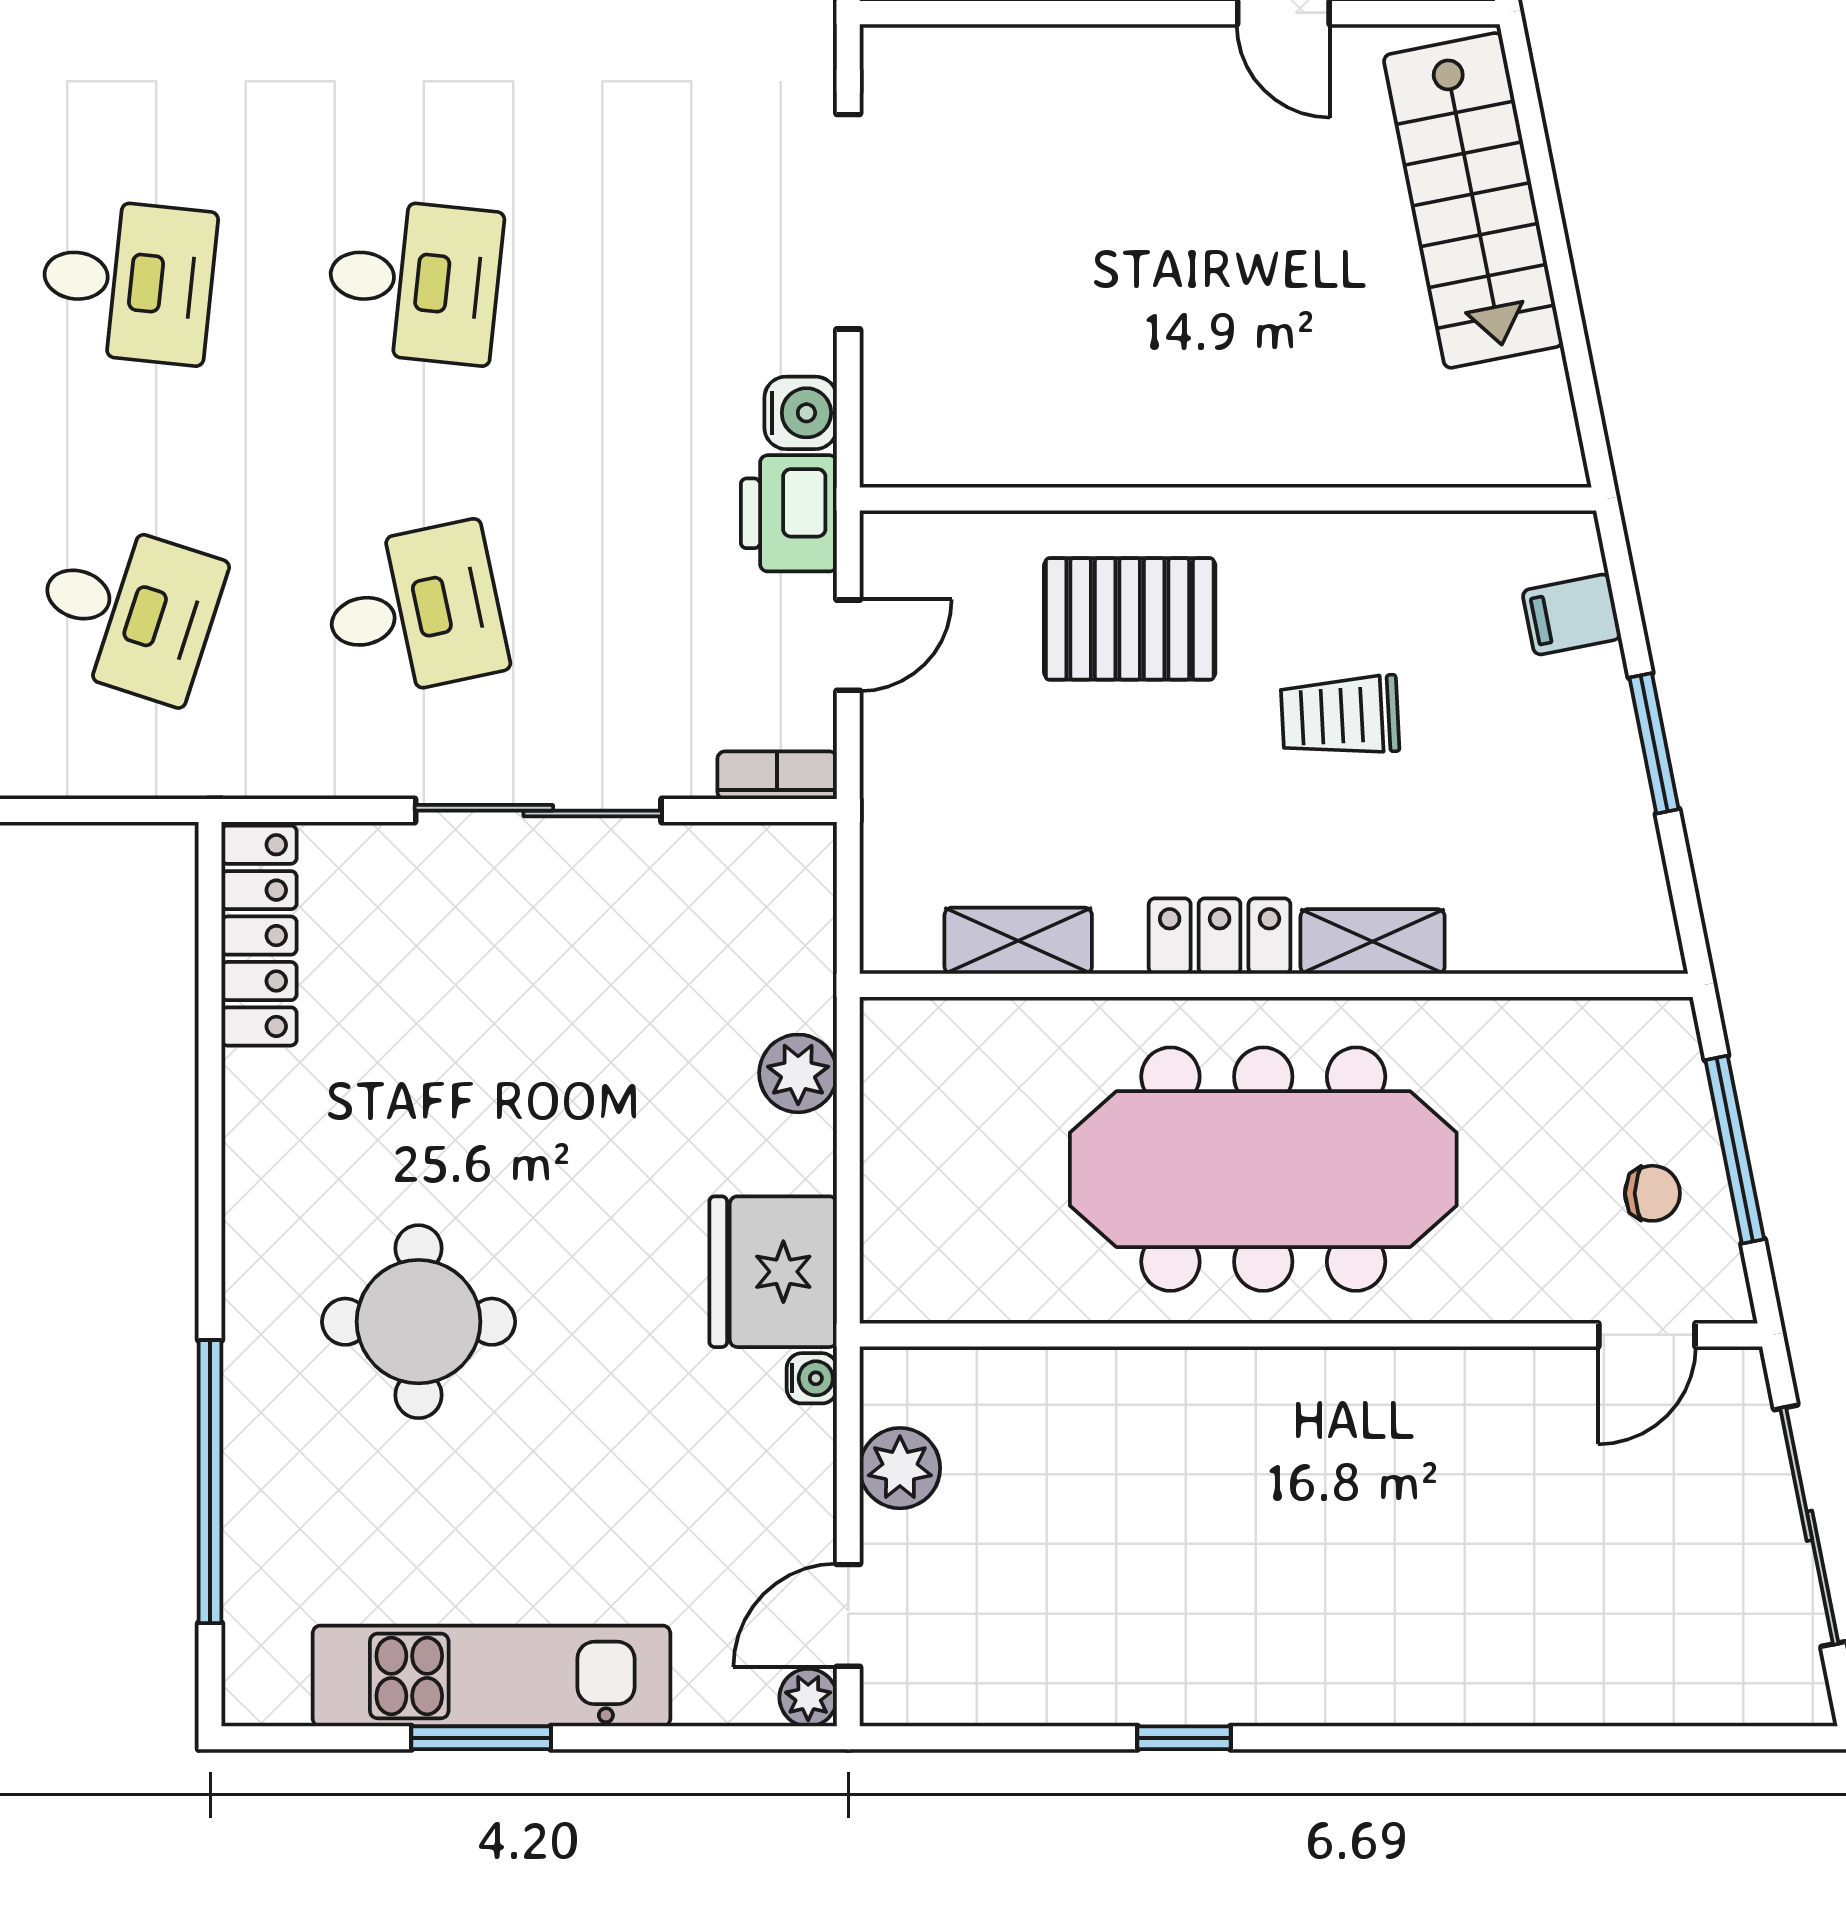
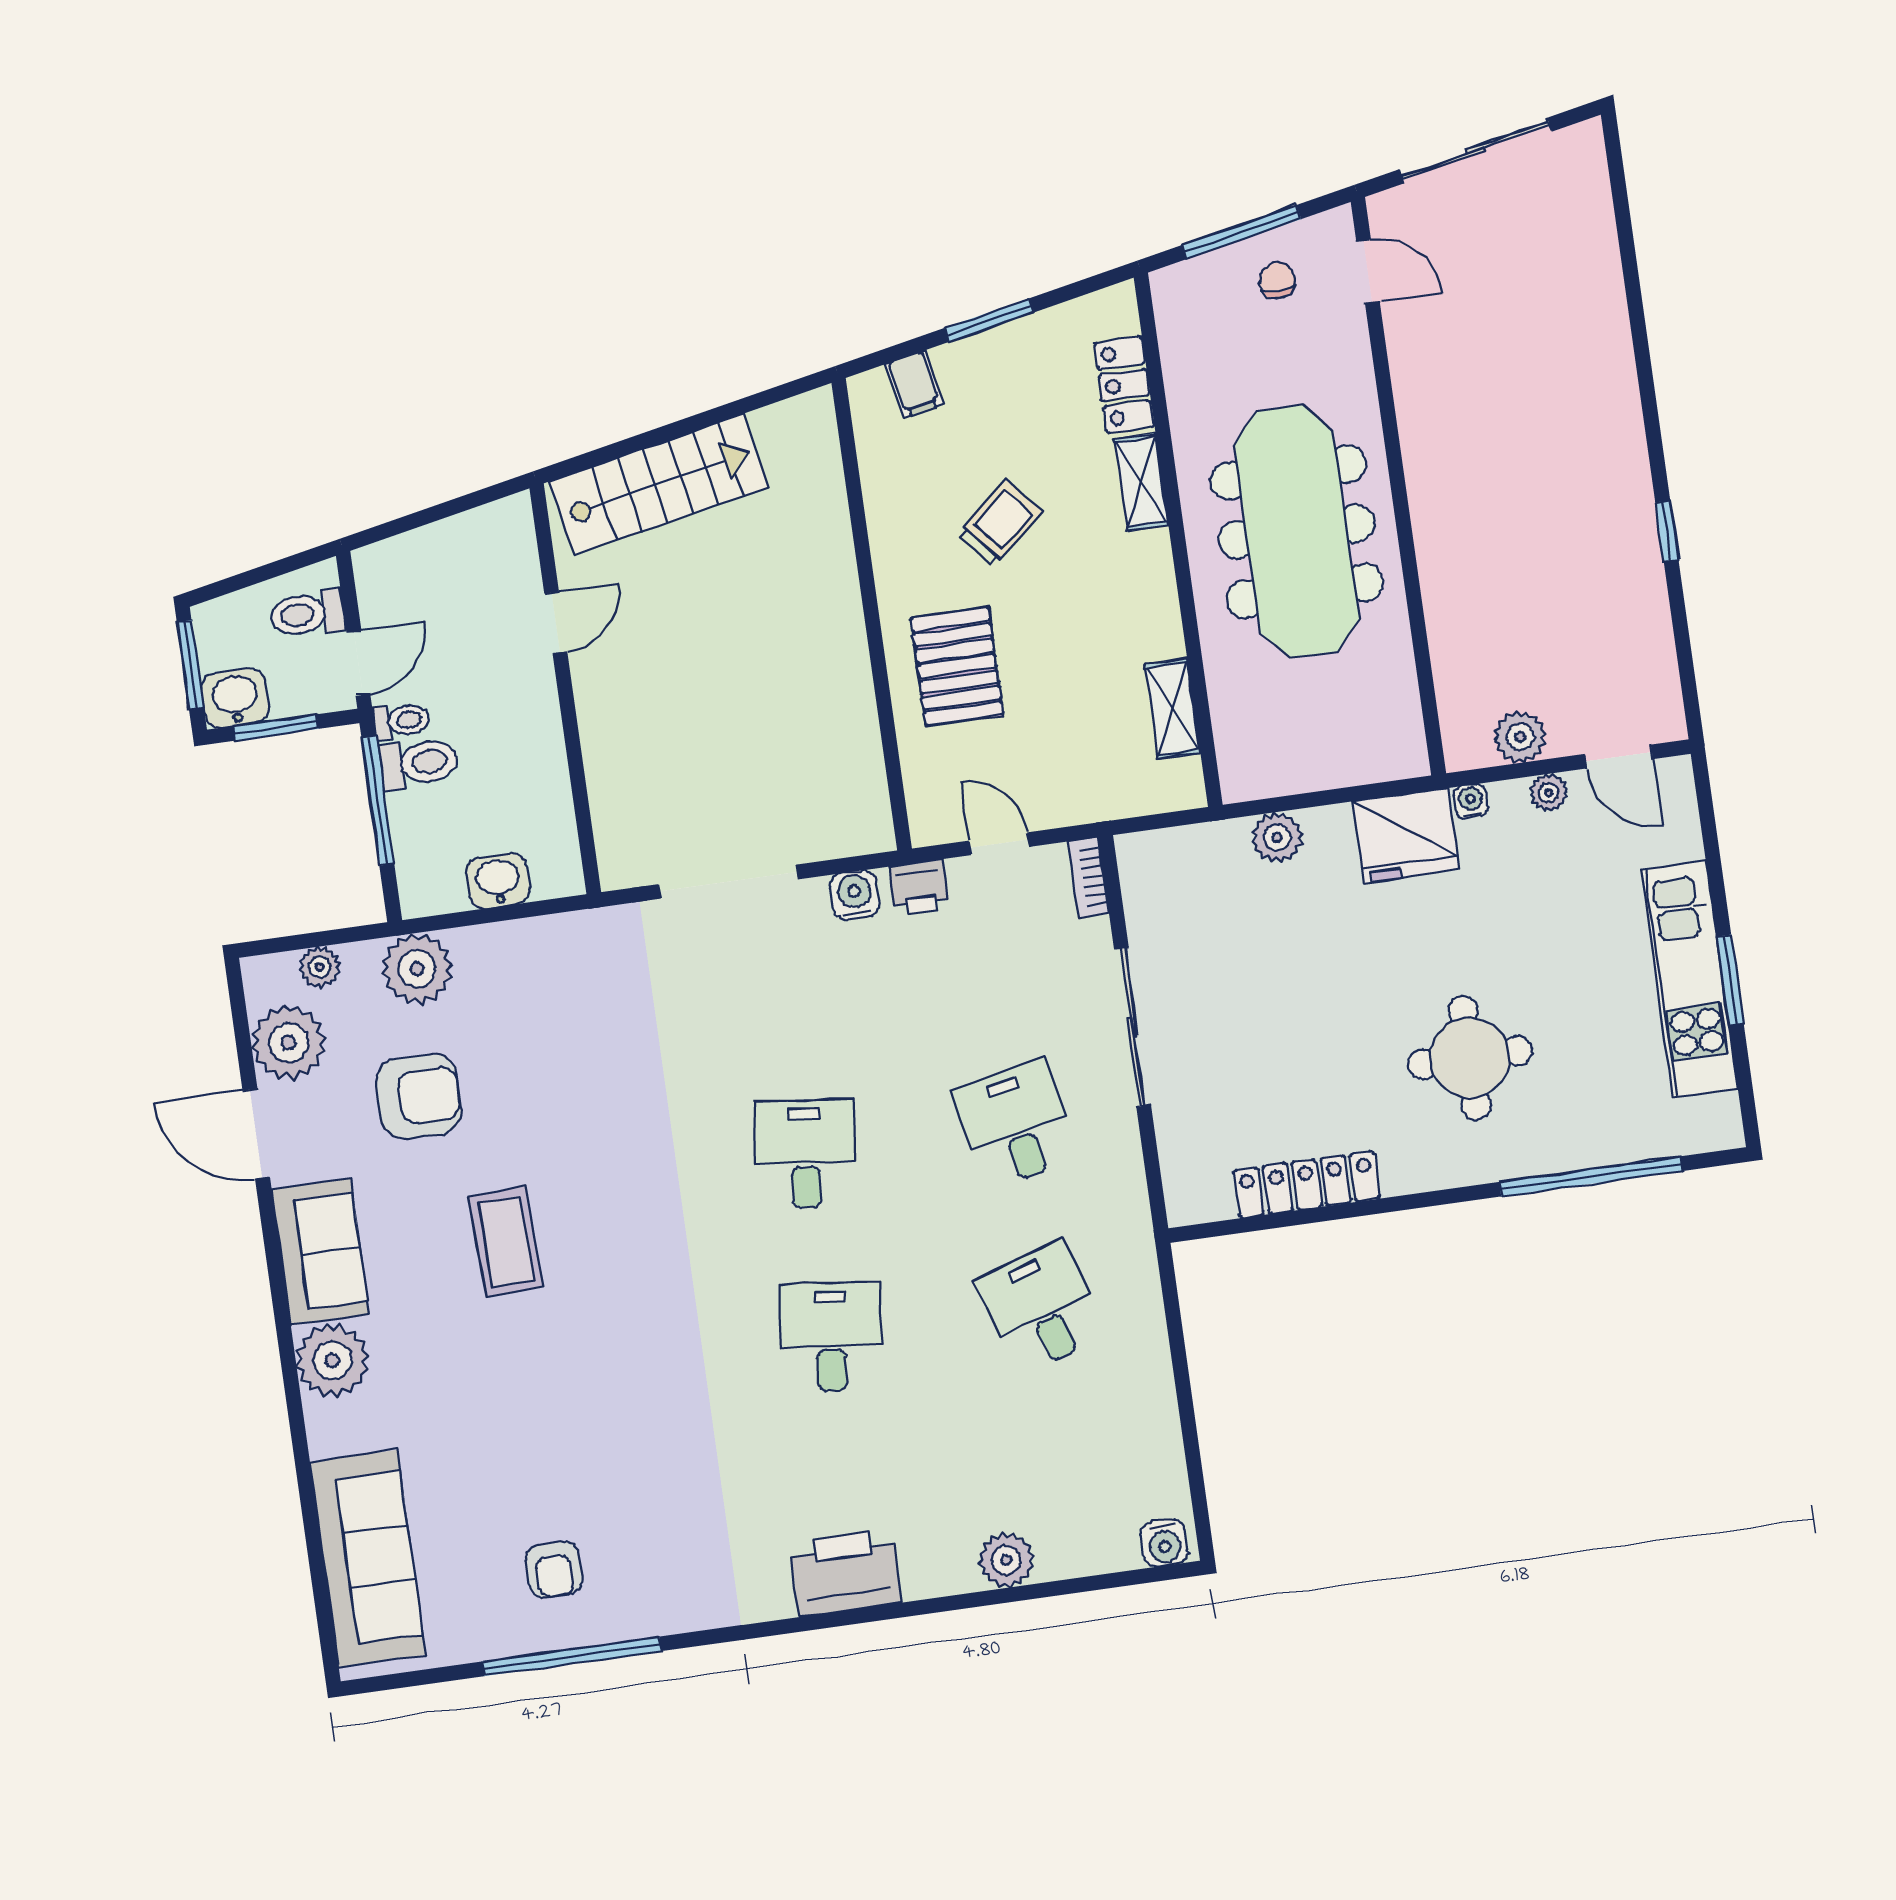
printer: (789, 513) -> (919, 888), width x0.73, depth x0.81
desk: (128, 611) -> (1042, 1307), turned -36
trolley: (1340, 716) -> (1000, 523), turned -127
locker: (259, 936) -> (1307, 1184), moved
locker: (1220, 936) -> (1124, 385), moved
plant: (808, 1698) -> (1549, 793), moved

